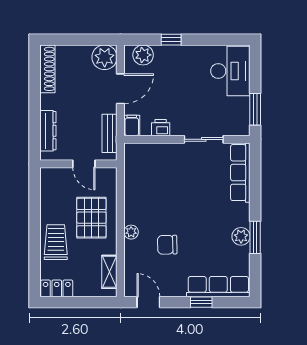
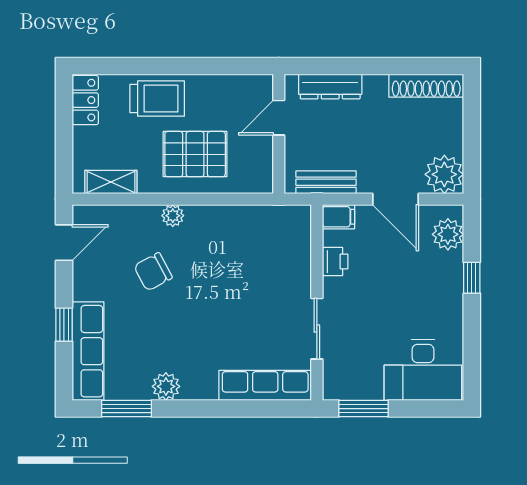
door: (84, 164) -> (279, 118), moved
window: (255, 237) -> (127, 409), moved
chair: (167, 245) -> (153, 272), turned -117

